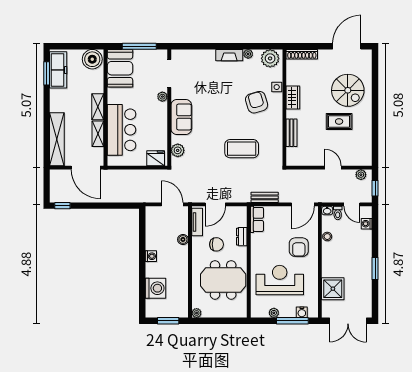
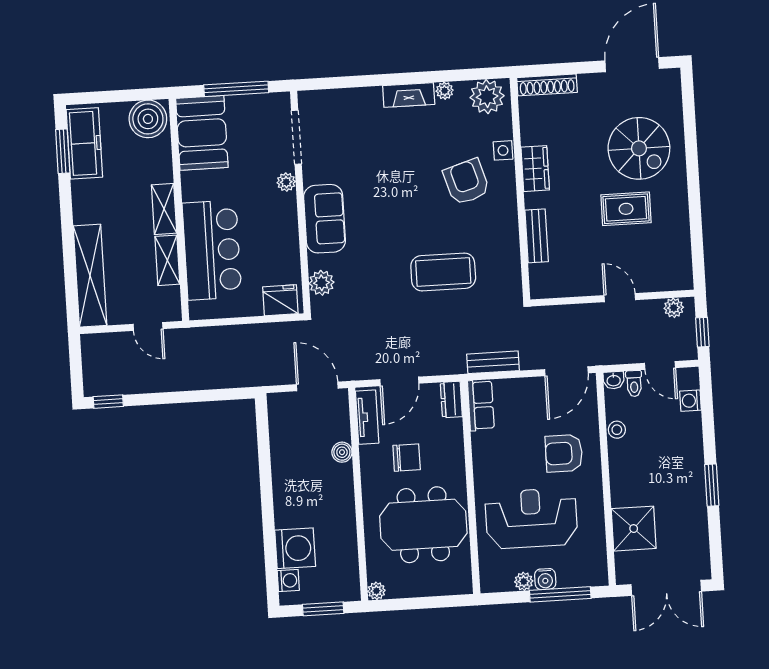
door: (86, 168) -> (148, 326), width x0.53
dresser: (242, 237) -> (451, 400), moved
armchair: (299, 247) -> (564, 453), turned 90
washing machine: (151, 256) -> (288, 580), moved
water cooler: (302, 312) -> (545, 579), moved

